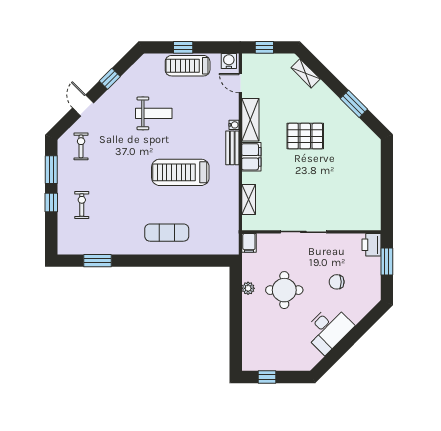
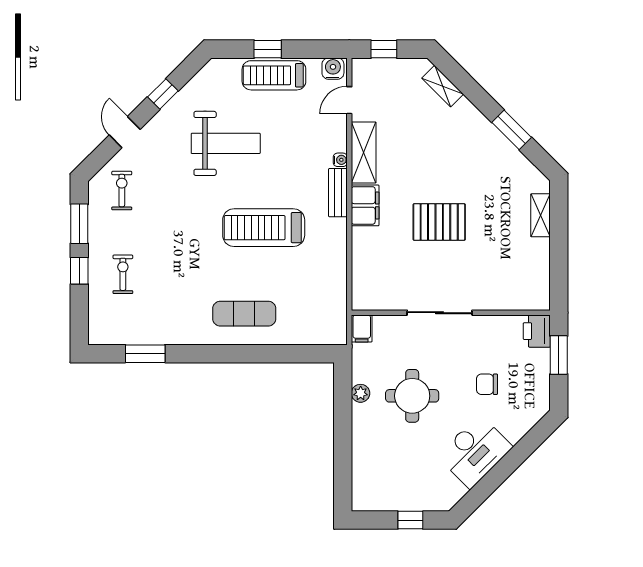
door: (240, 83) -> (349, 100), hinge flipped
weight bench: (154, 113) -> (226, 143), width x1.36, depth x1.33
pallet: (305, 136) -> (439, 222), moved
shelving: (249, 199) -> (540, 215), moved
window: (267, 377) -> (410, 520), moved

